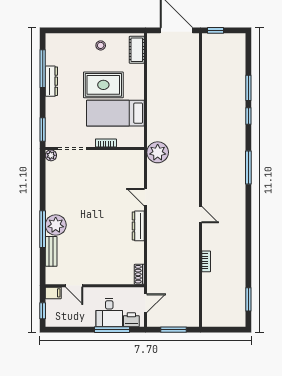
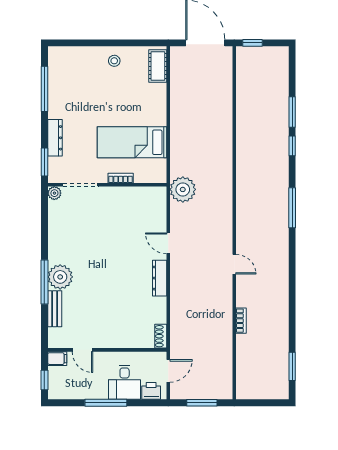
dresser: (51, 81) -> (55, 138), moved
rug: (103, 85) -> (118, 108), removed
window: (112, 330) -> (106, 403), moved

